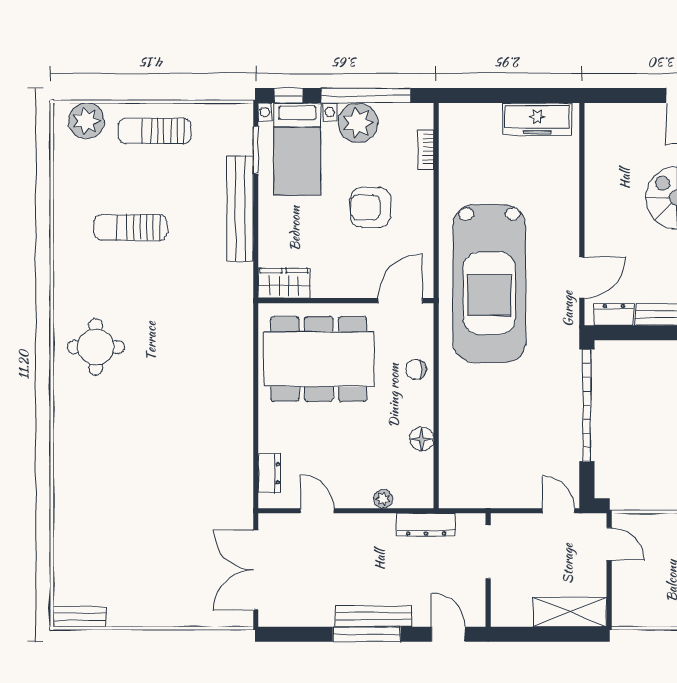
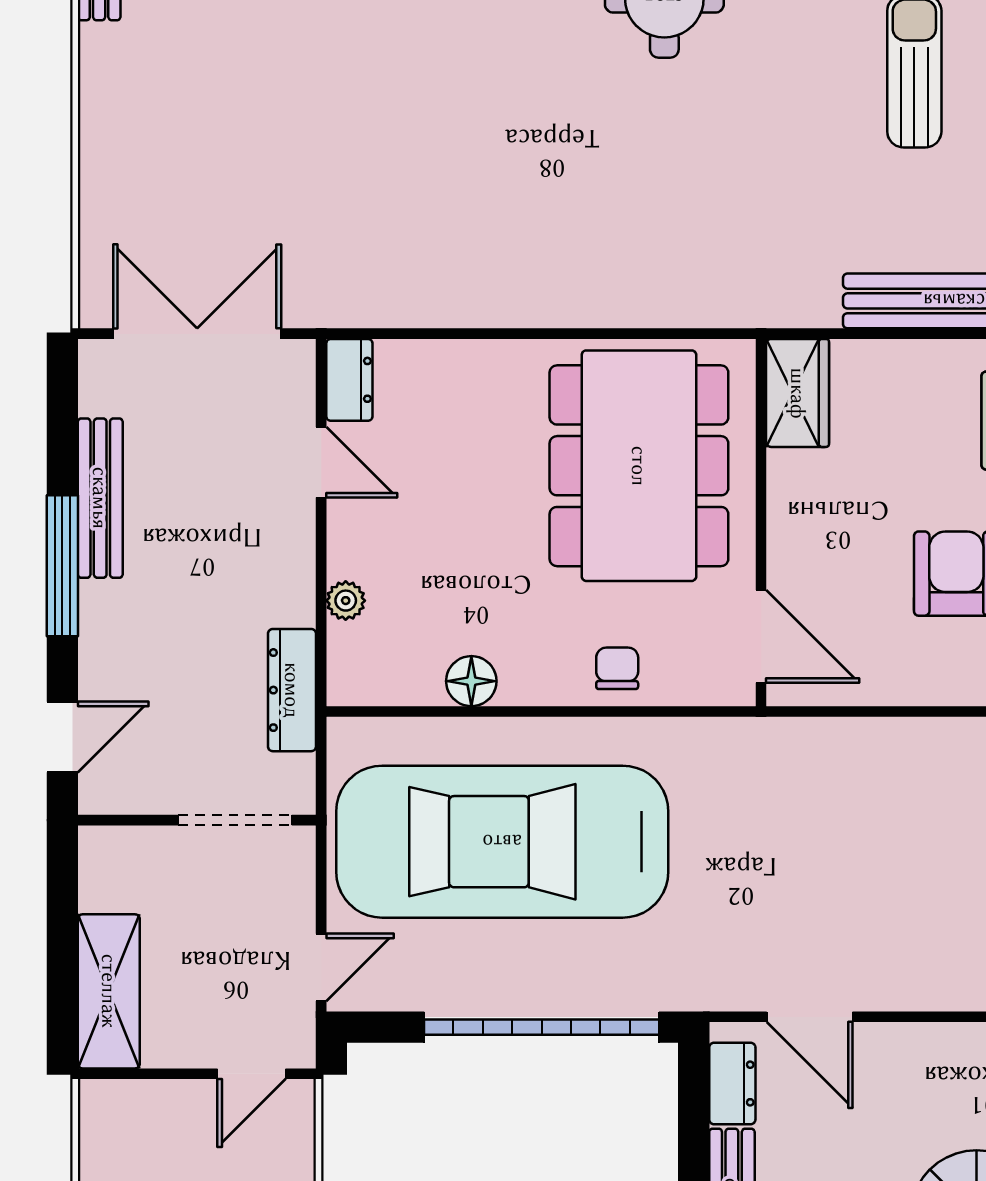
car: (489, 284) -> (502, 842), moved
dresser: (269, 473) -> (349, 380), moved, turned -90
door: (317, 511) -> (321, 462), hinge flipped
bench: (374, 616) -> (100, 498), moved

